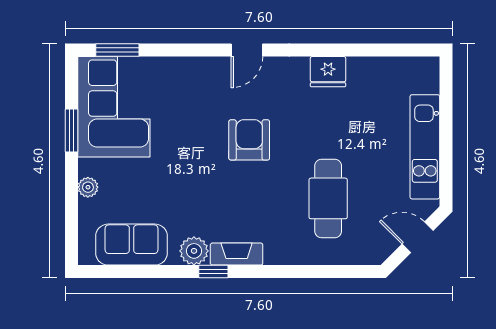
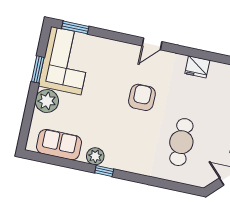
plant: (88, 187) -> (47, 101), width x1.87, depth x1.87
fireplace: (237, 254) -> (120, 163), removed

